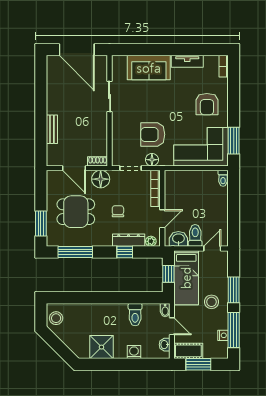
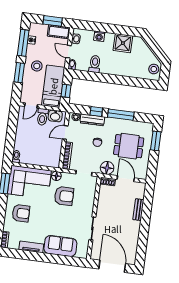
armchair: (207, 104) -> (21, 213), turned 90
floor lamp: (152, 160) -> (56, 176), moved
window: (75, 252) -> (121, 115), moved

